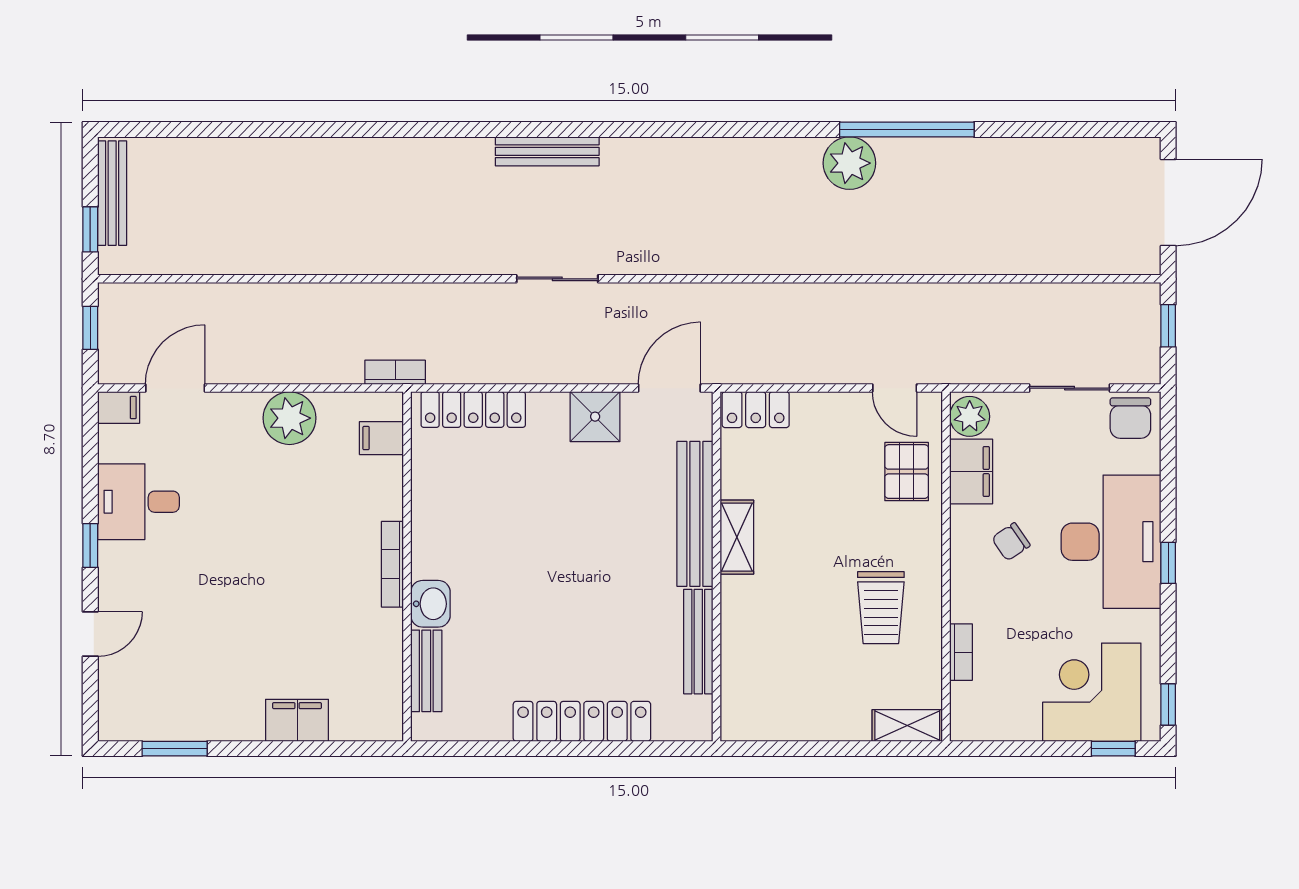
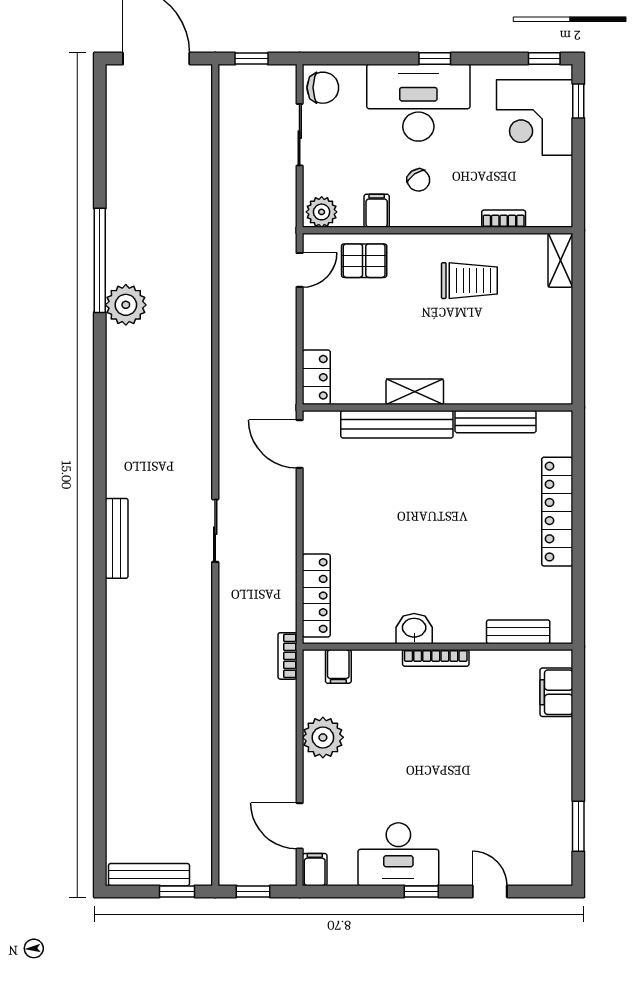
shower: (595, 417) -> (322, 501), removed
filing cabinet: (971, 472) -> (377, 211), width x0.50
desk: (138, 502) -> (398, 854), width x1.37
washbasin: (430, 604) -> (414, 629), moved
filing cabinet: (297, 720) -> (556, 692), moved

